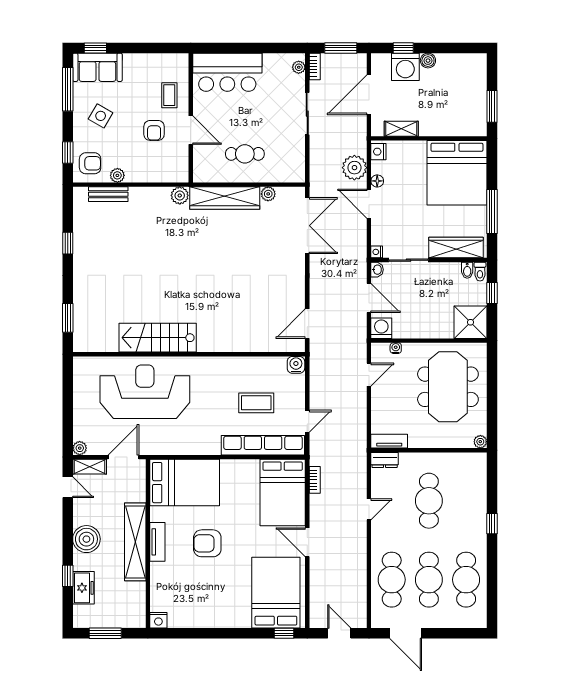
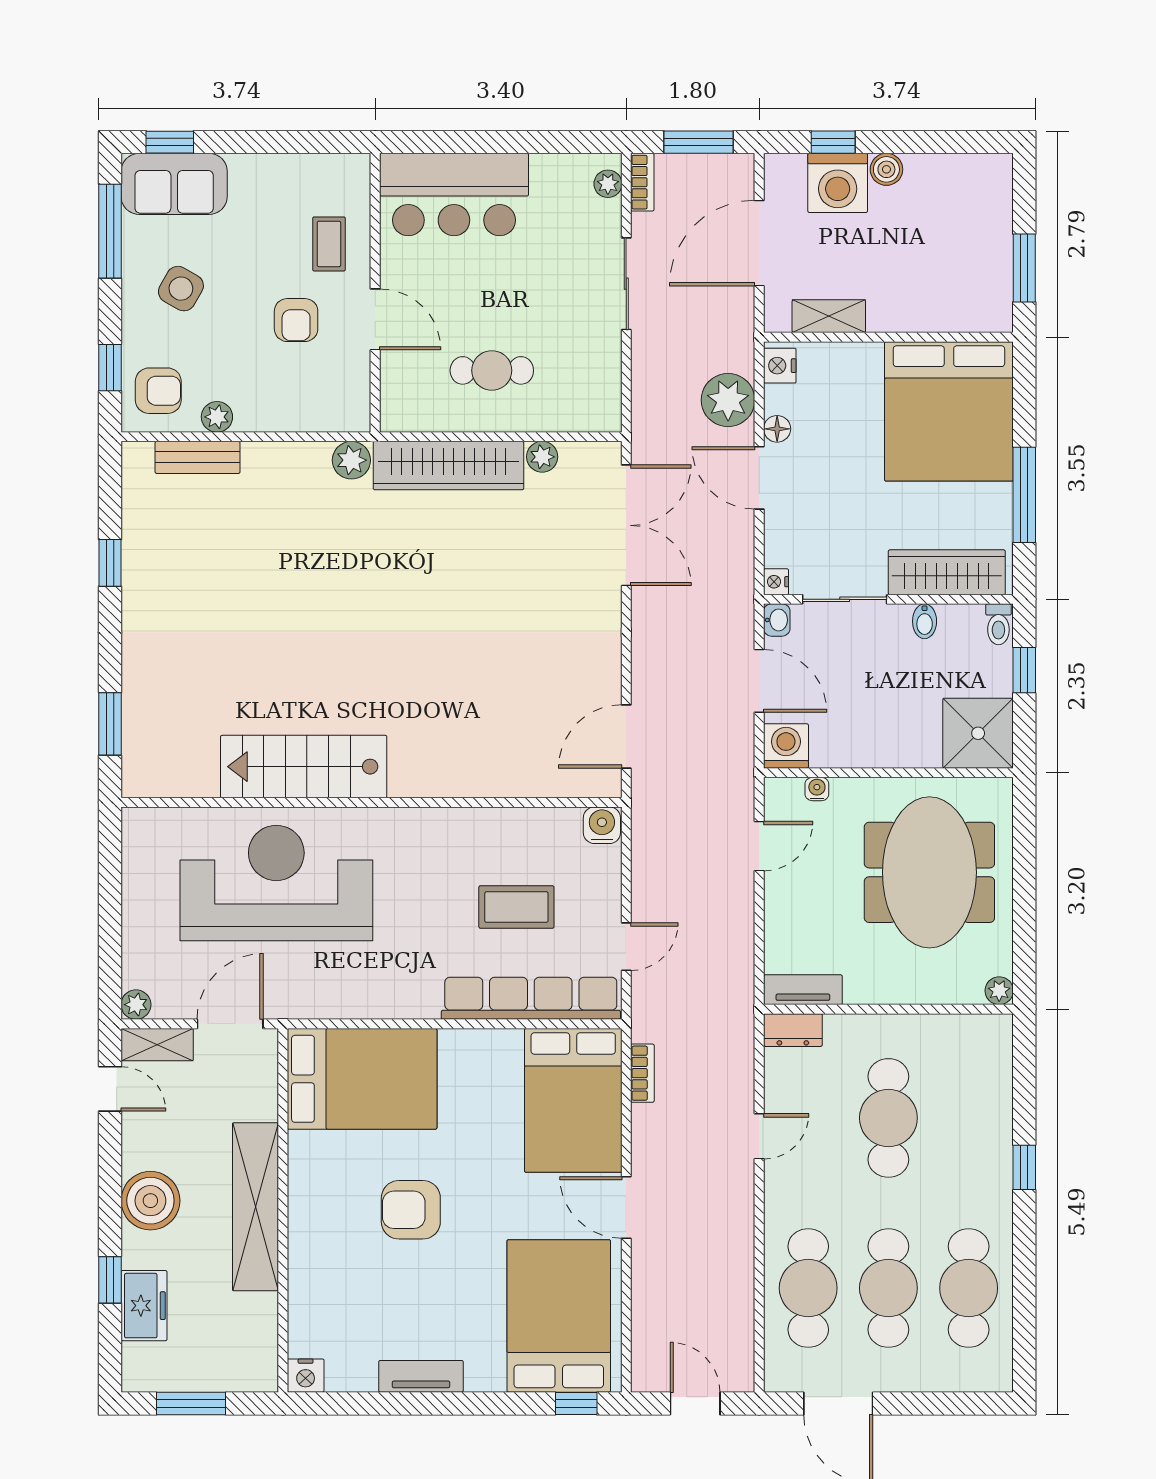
bidet: (467, 270) -> (925, 621), moved
tv unit: (157, 542) -> (421, 1376), moved, turned -90

